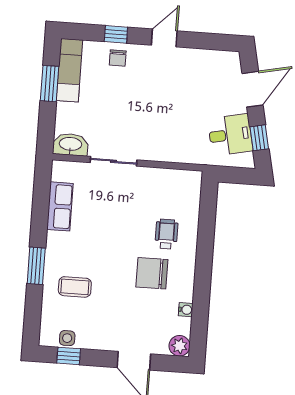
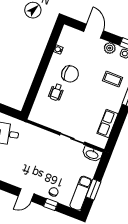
plant: (179, 346) -> (110, 48), moved

